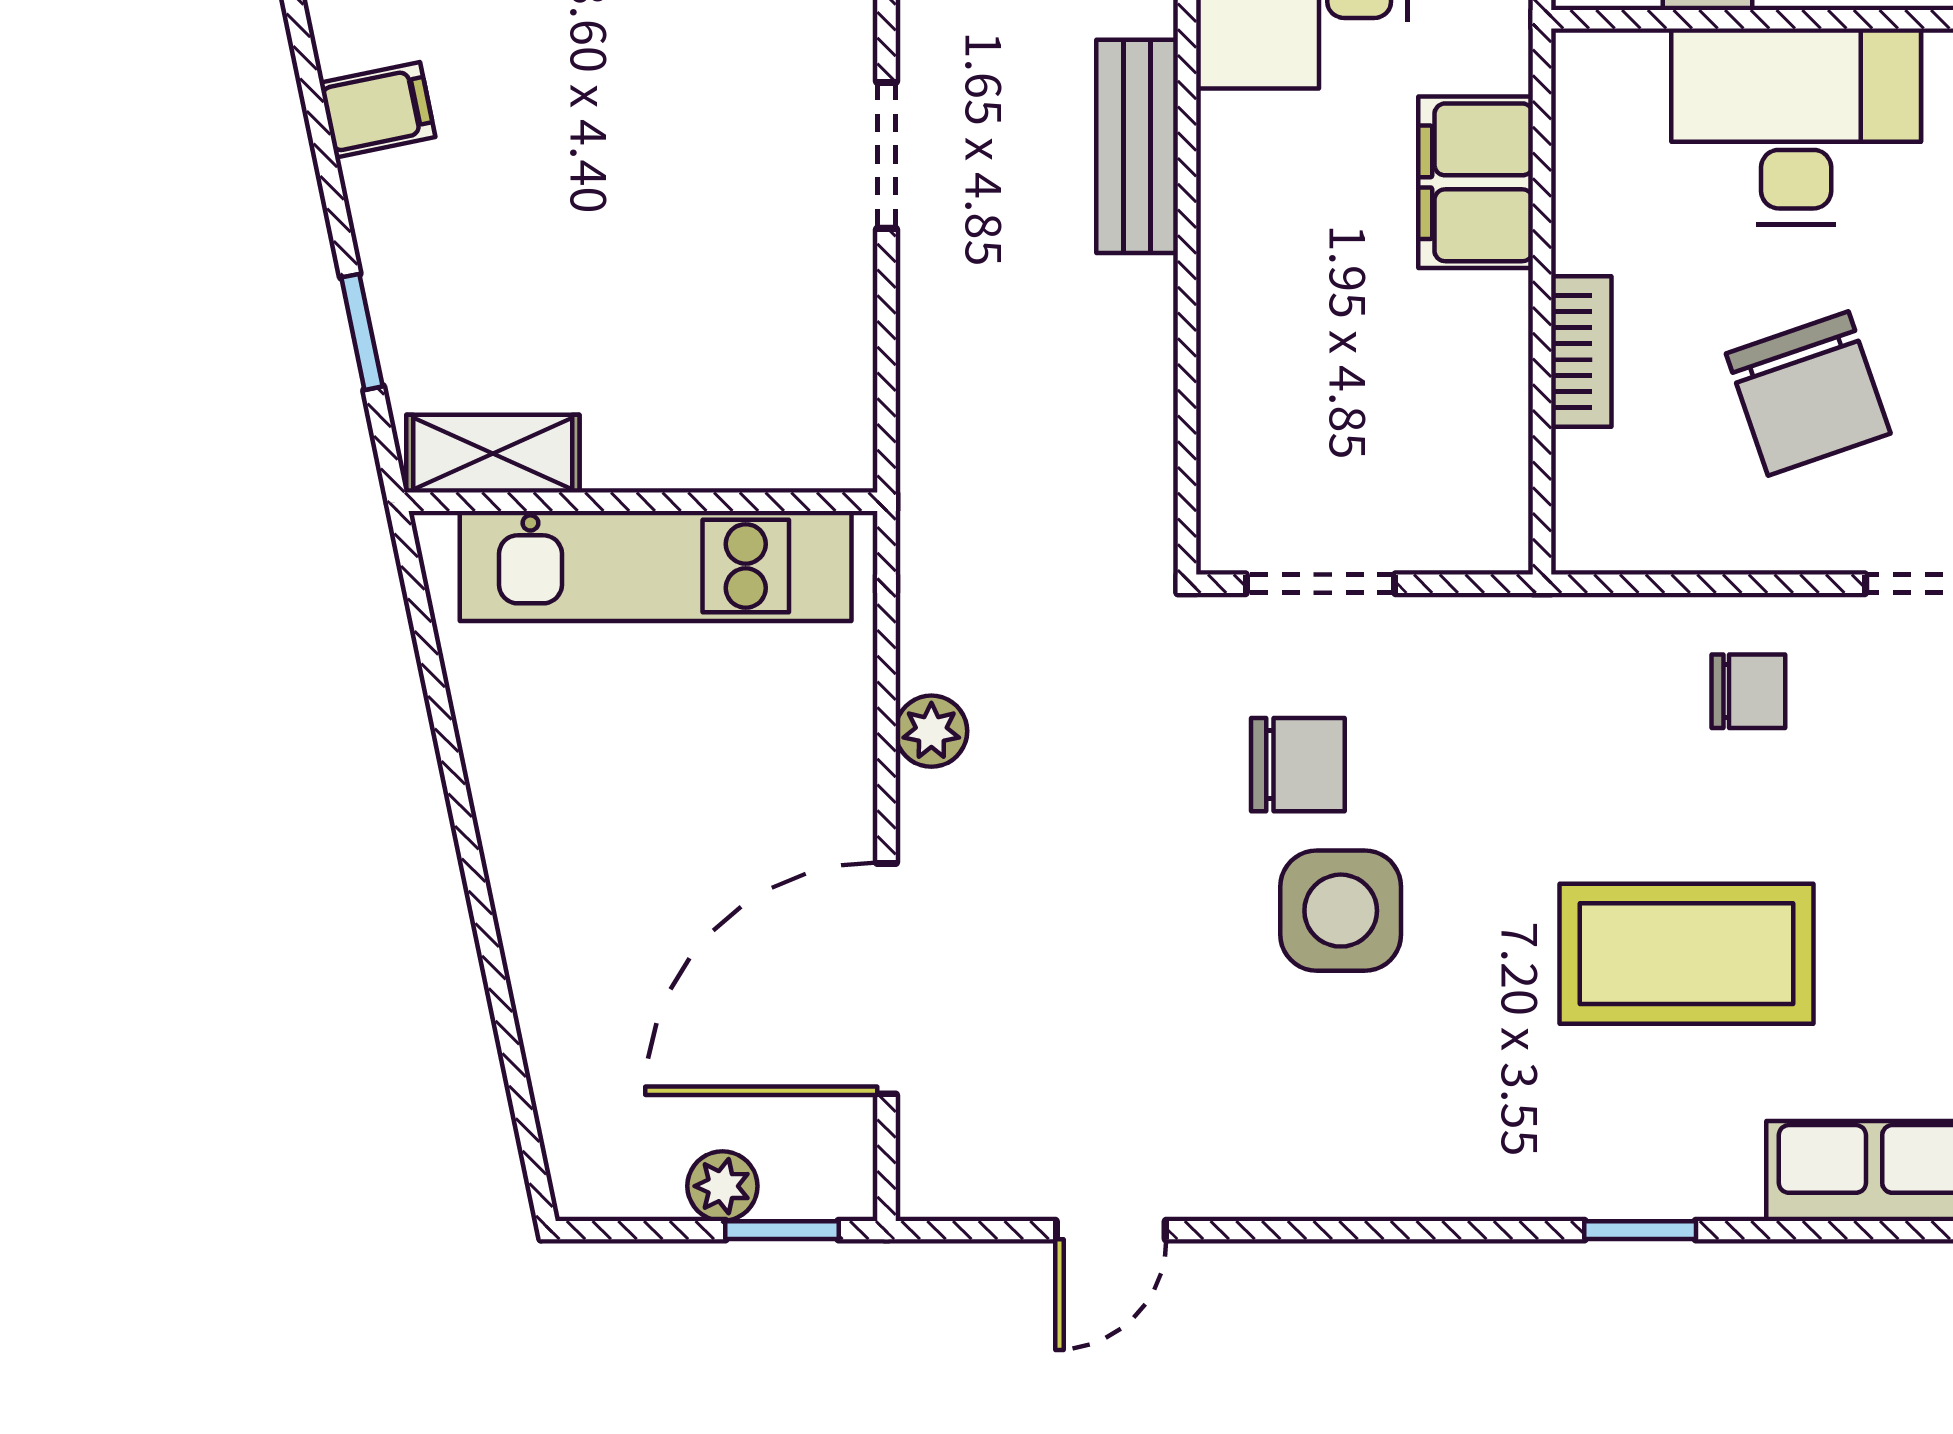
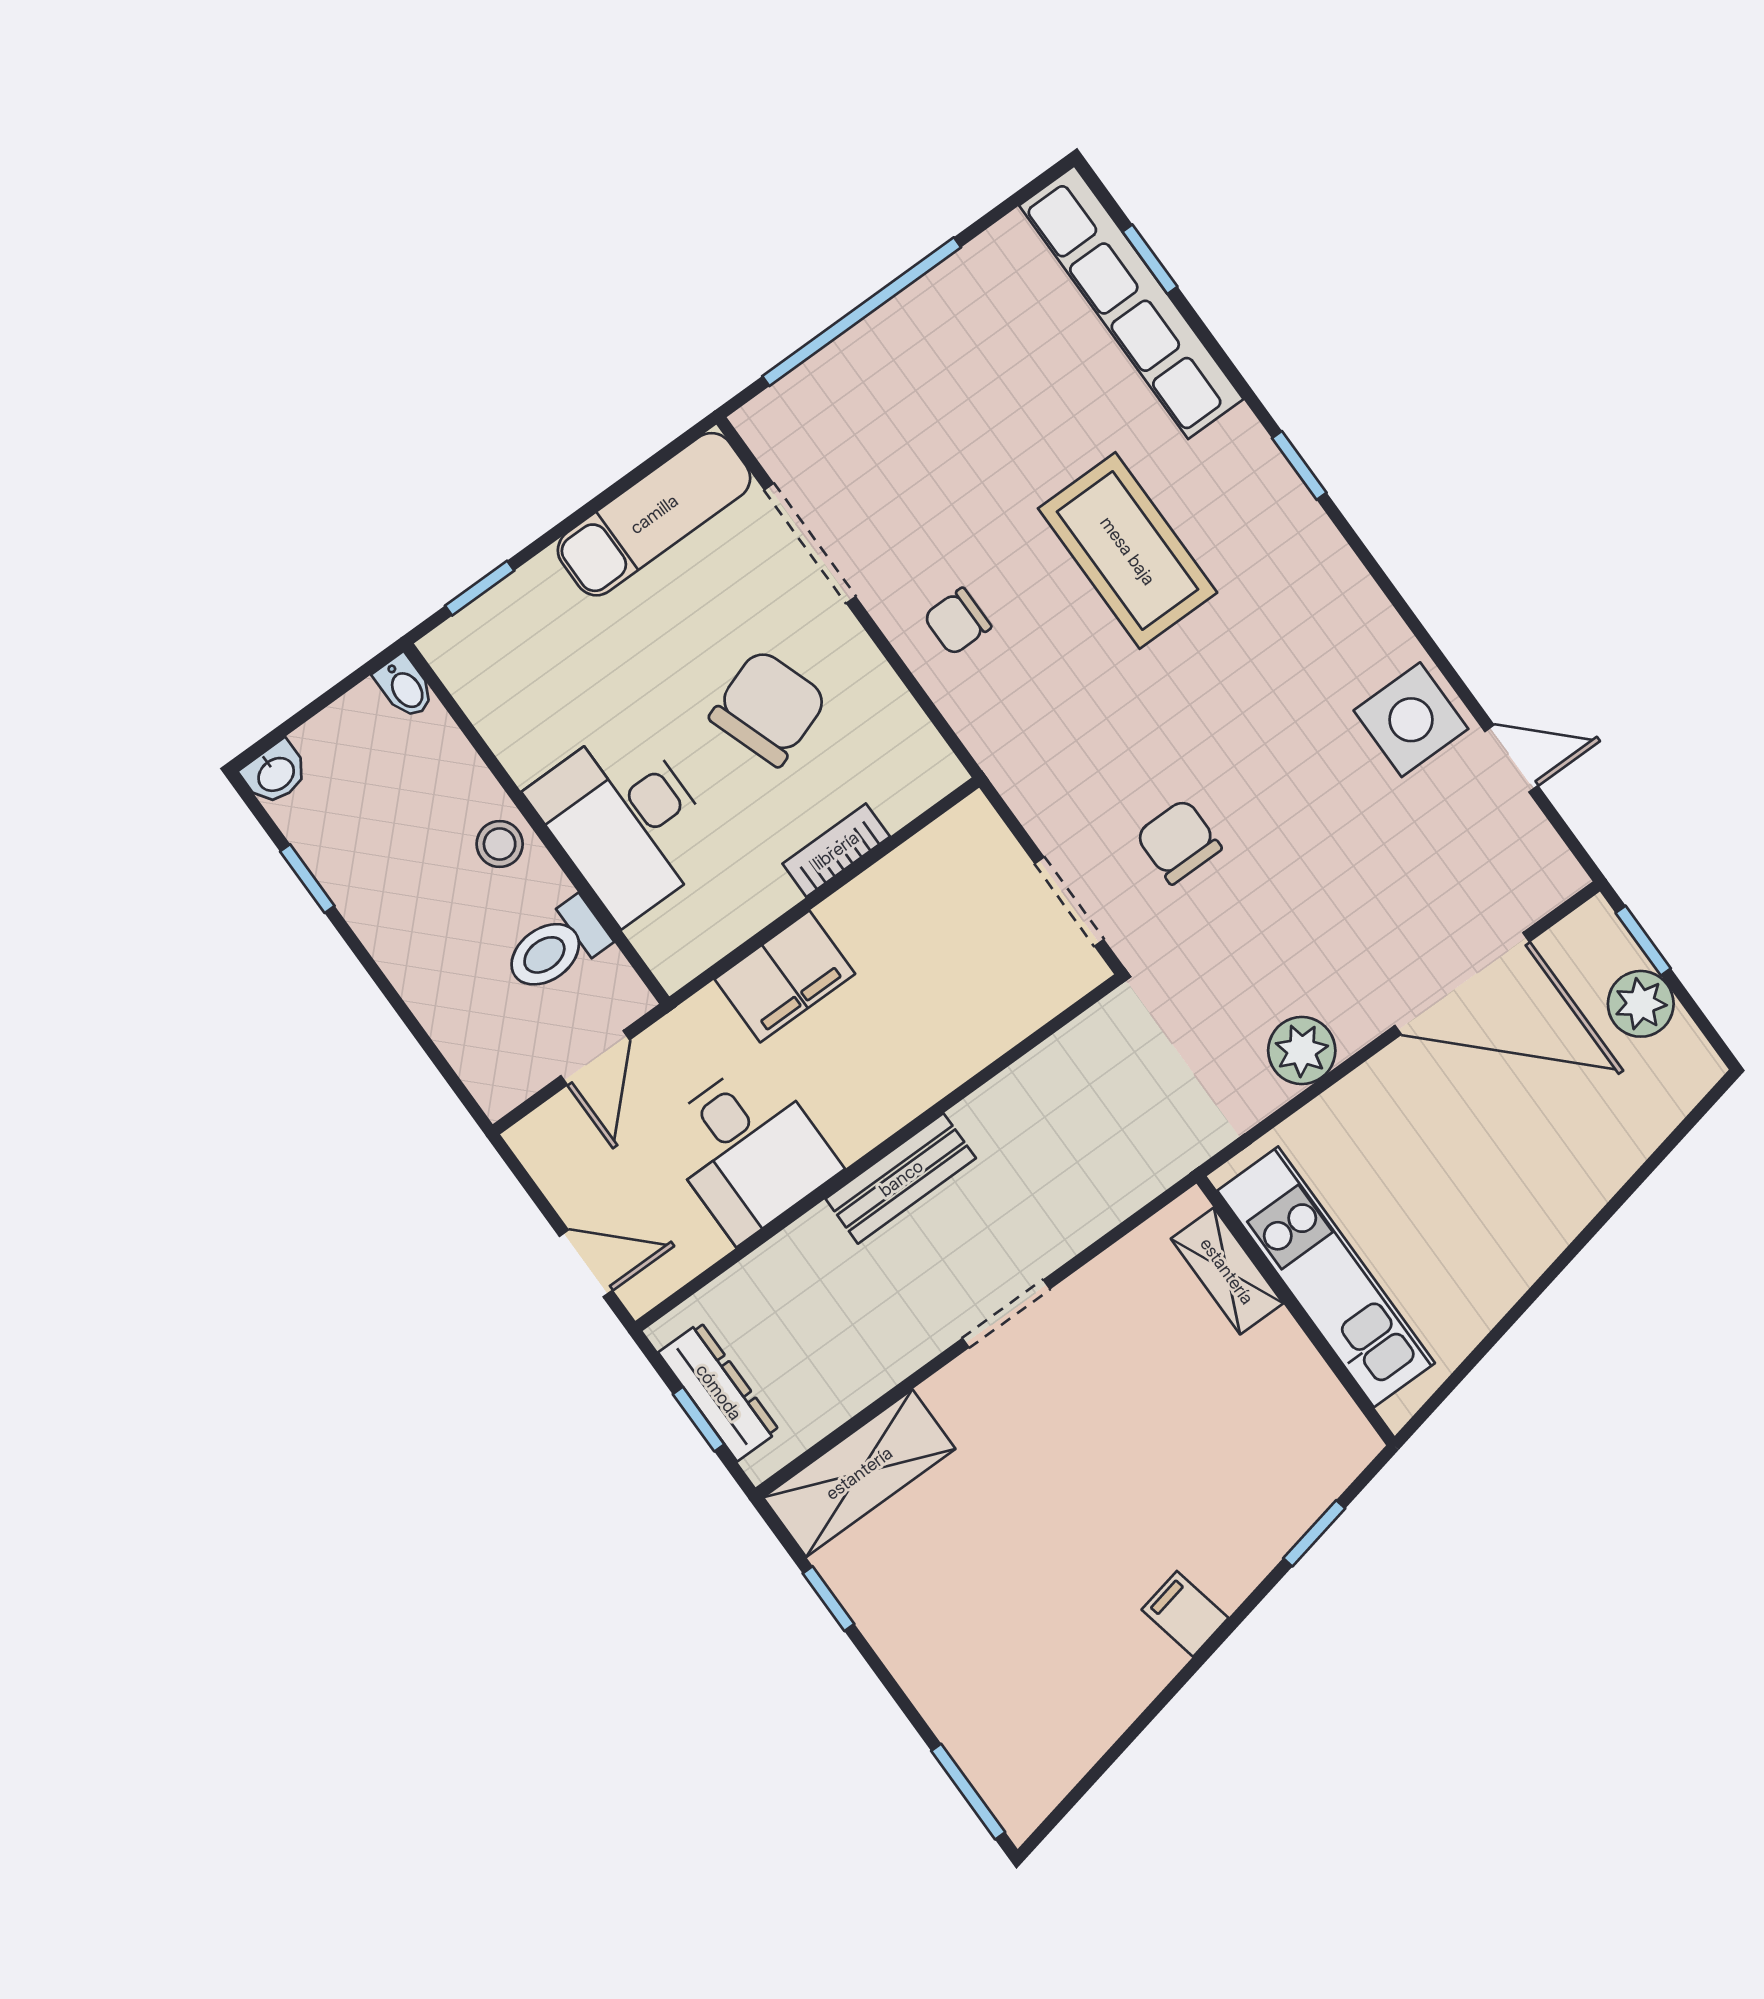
shelving: (493, 454) -> (1227, 1271), moved
chair: (1748, 691) -> (957, 622), turned -90
plant: (931, 731) -> (1302, 1051), width x1.38, depth x1.38
side table: (1341, 911) -> (1411, 720), moved
plant: (722, 1186) -> (1641, 1004), width x1.38, depth x1.38

